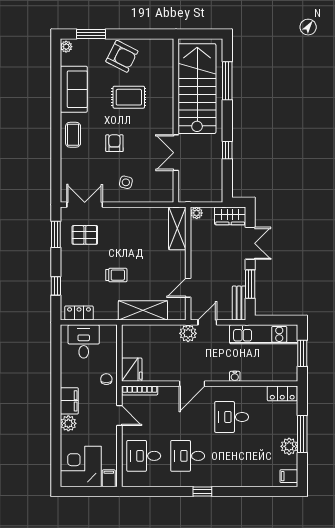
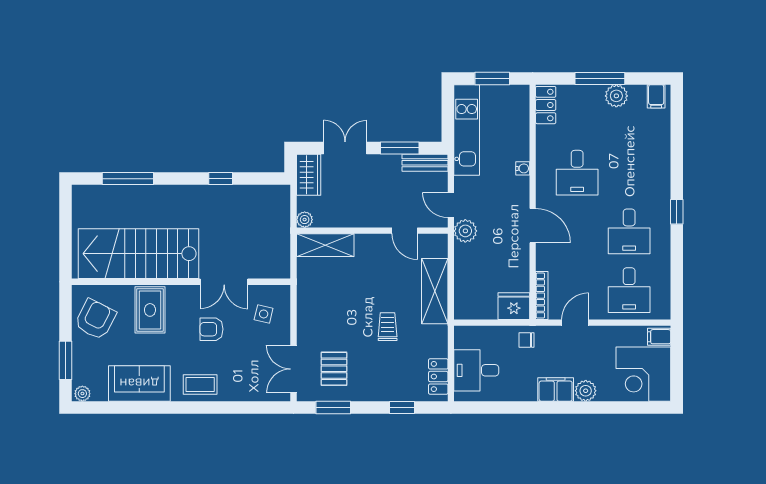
stairs: (197, 89) -> (138, 254), moved
wall: (176, 120) -> (181, 282), moved
double door: (176, 153) -> (224, 282), moved

